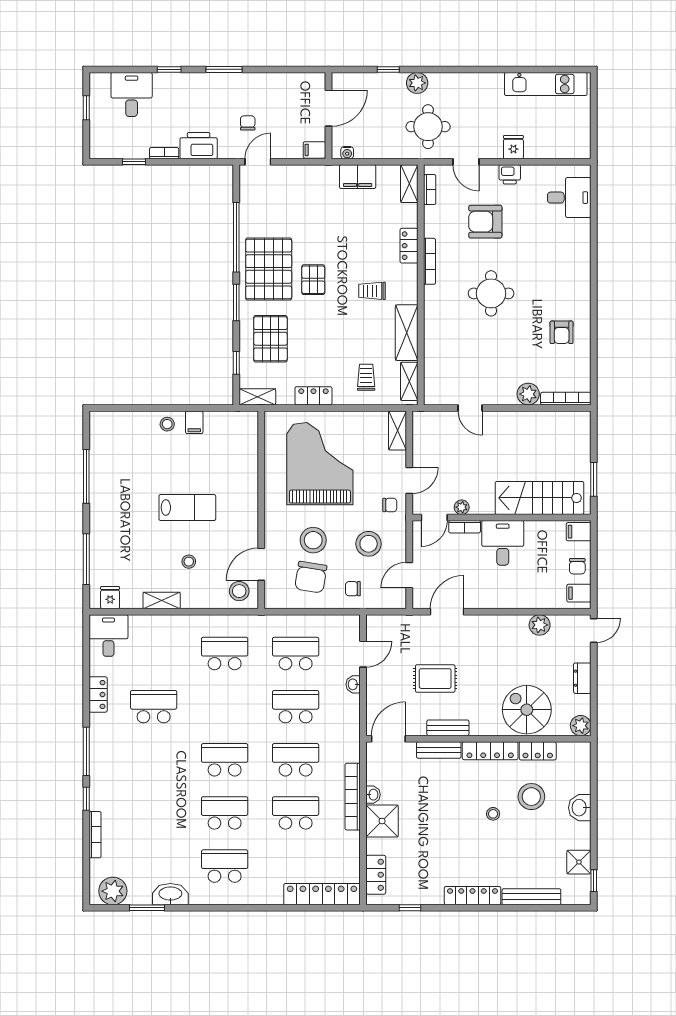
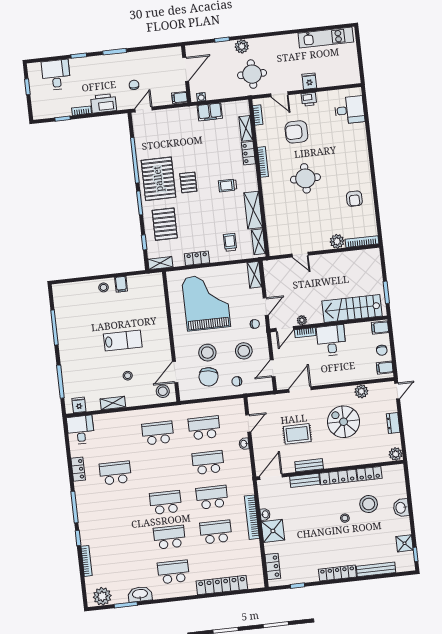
shelving: (409, 184) -> (246, 128), moved
spiral stairs: (527, 710) -> (344, 422), moved
locker: (322, 894) -> (222, 585), moved

